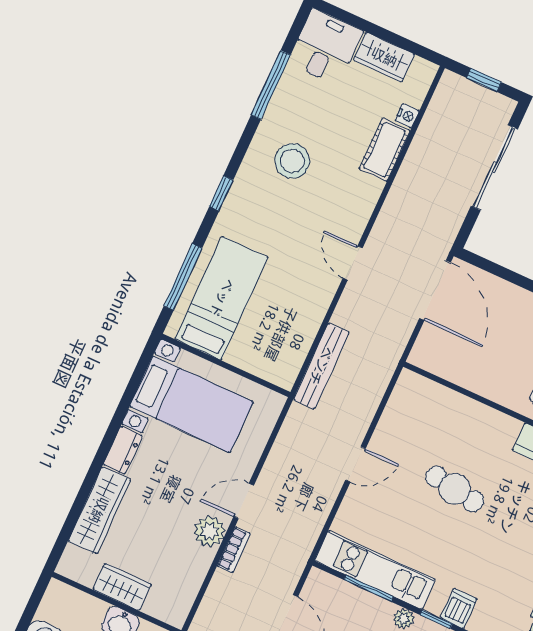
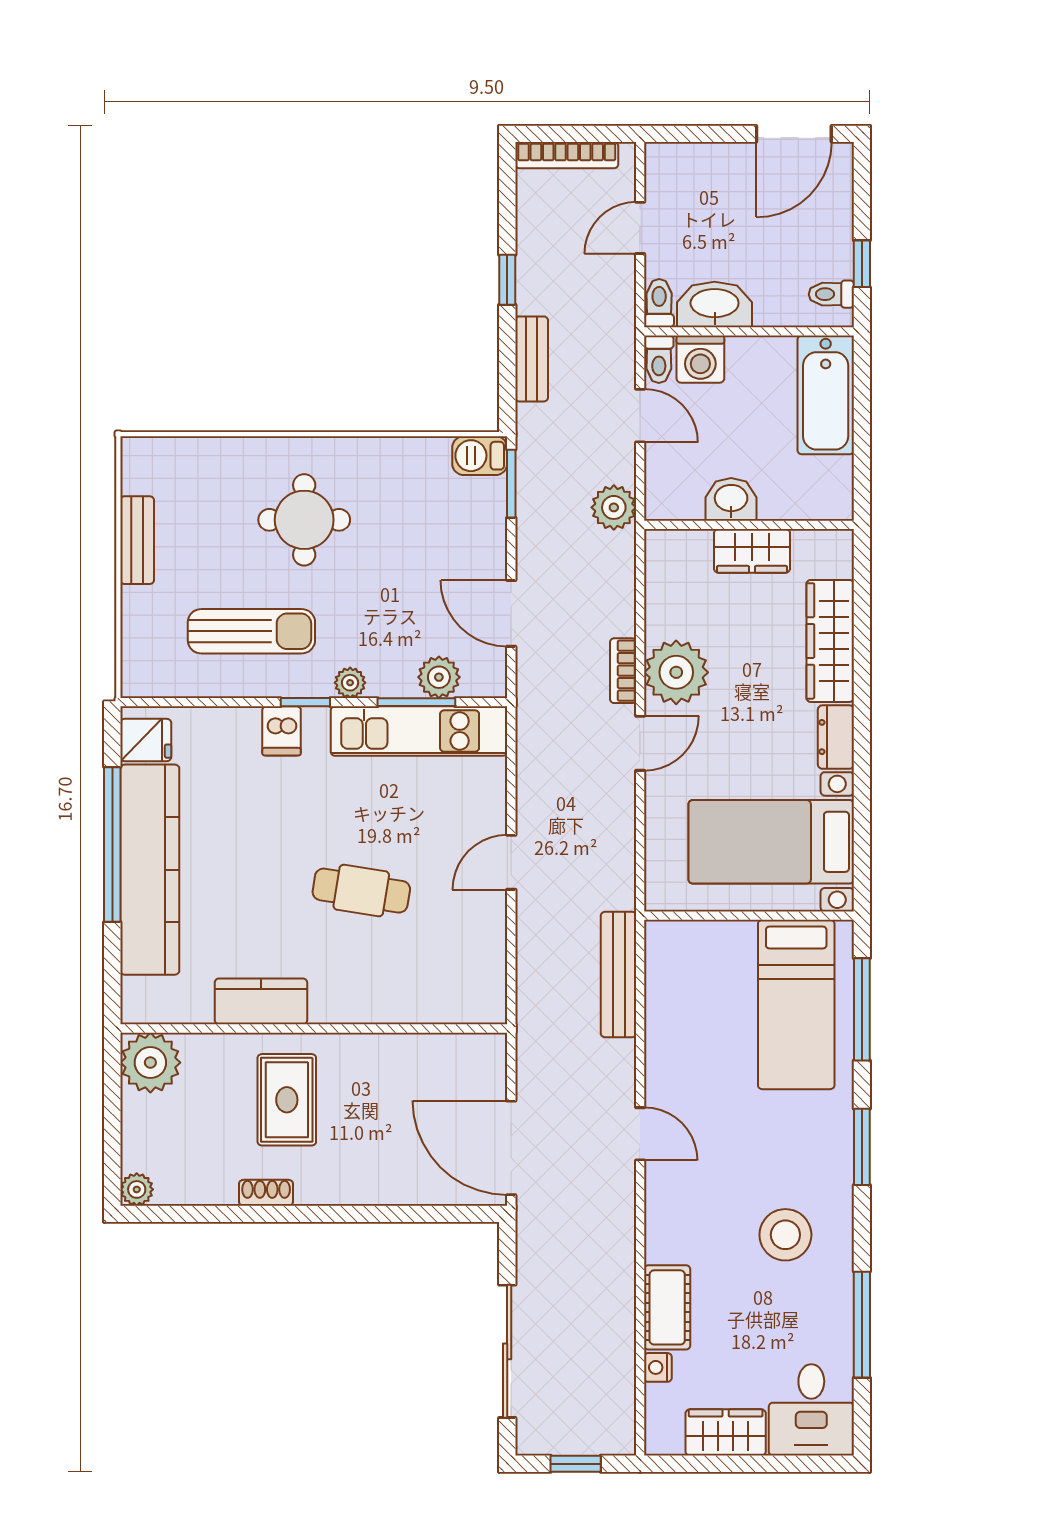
window: (221, 193) -> (862, 1147), width x1.50
plant: (210, 531) -> (676, 672), width x1.36, depth x1.36
plant: (348, 597) -> (439, 677), added

